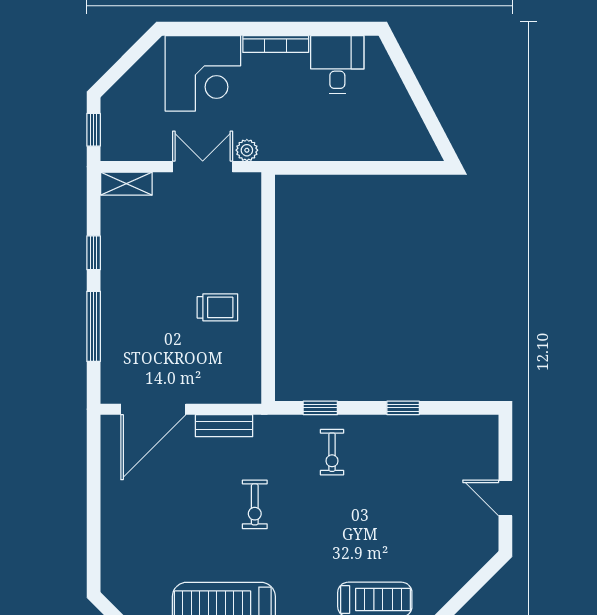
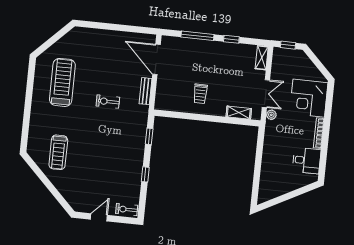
shelving: (249, 221) -> (239, 113), added
exercise bike: (332, 452) -> (127, 209), moved

